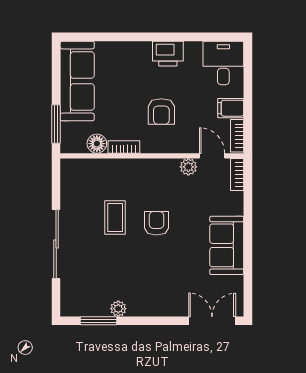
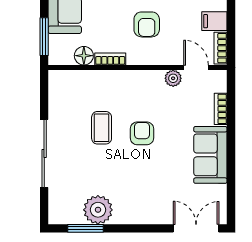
bookcase: (237, 174) -> (221, 109), moved
plant: (118, 309) -> (98, 210), width x1.88, depth x1.88

